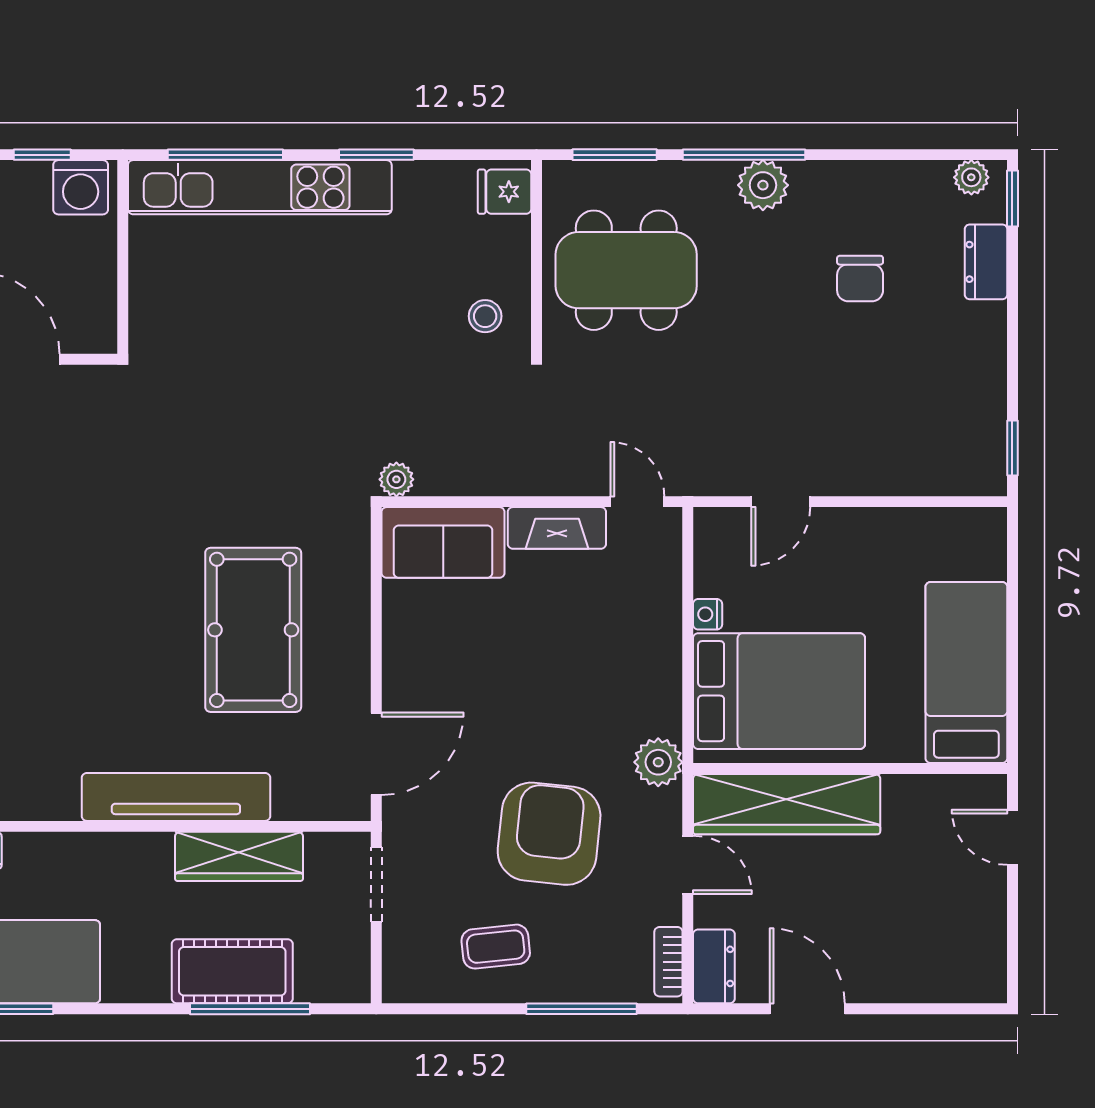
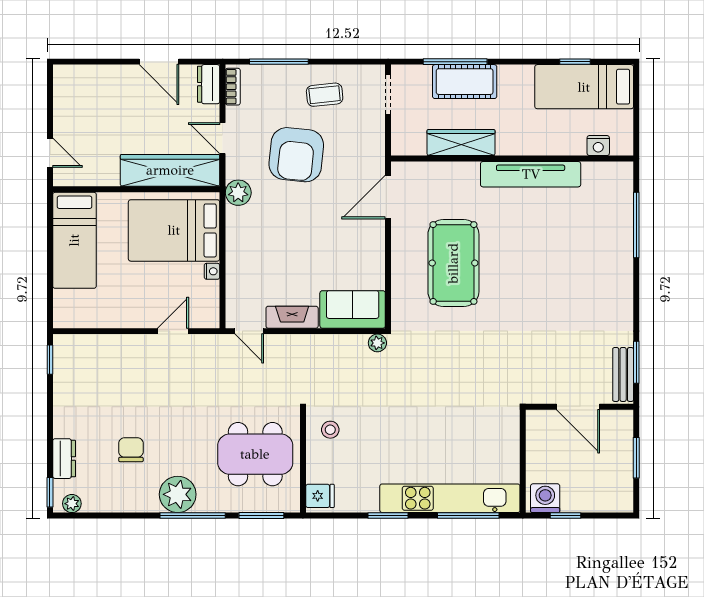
plant: (763, 185) -> (178, 494), width x1.36, depth x1.36
tv unit: (176, 797) -> (531, 174), moved
doorway: (376, 884) -> (388, 94), moved

